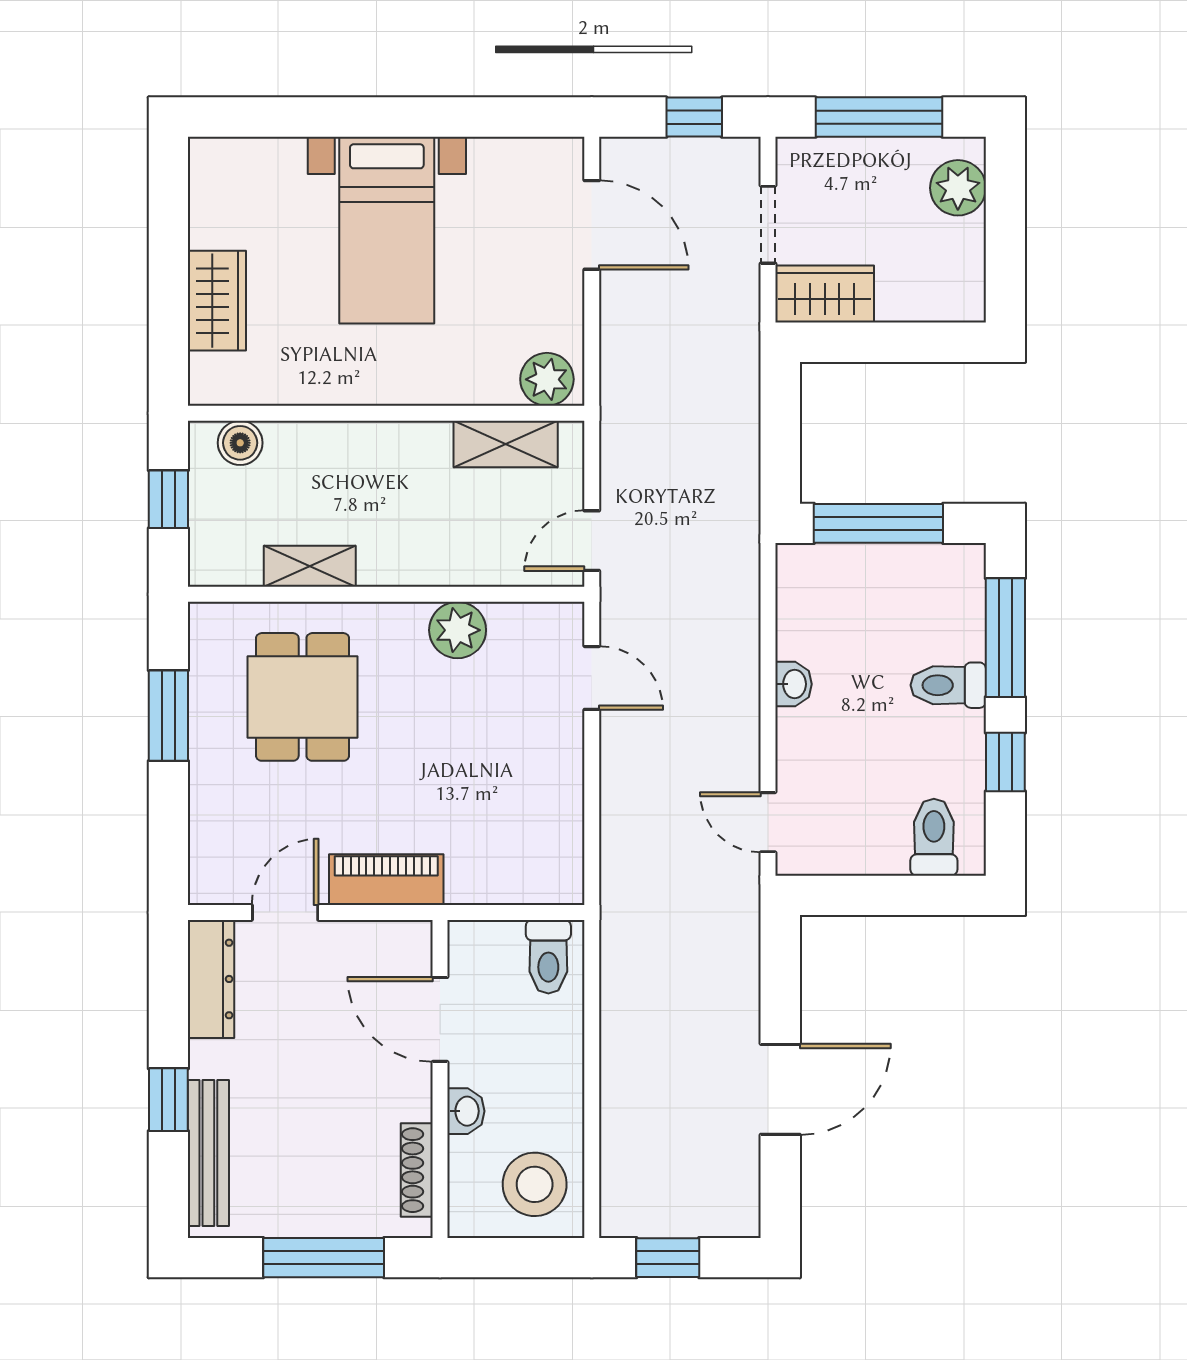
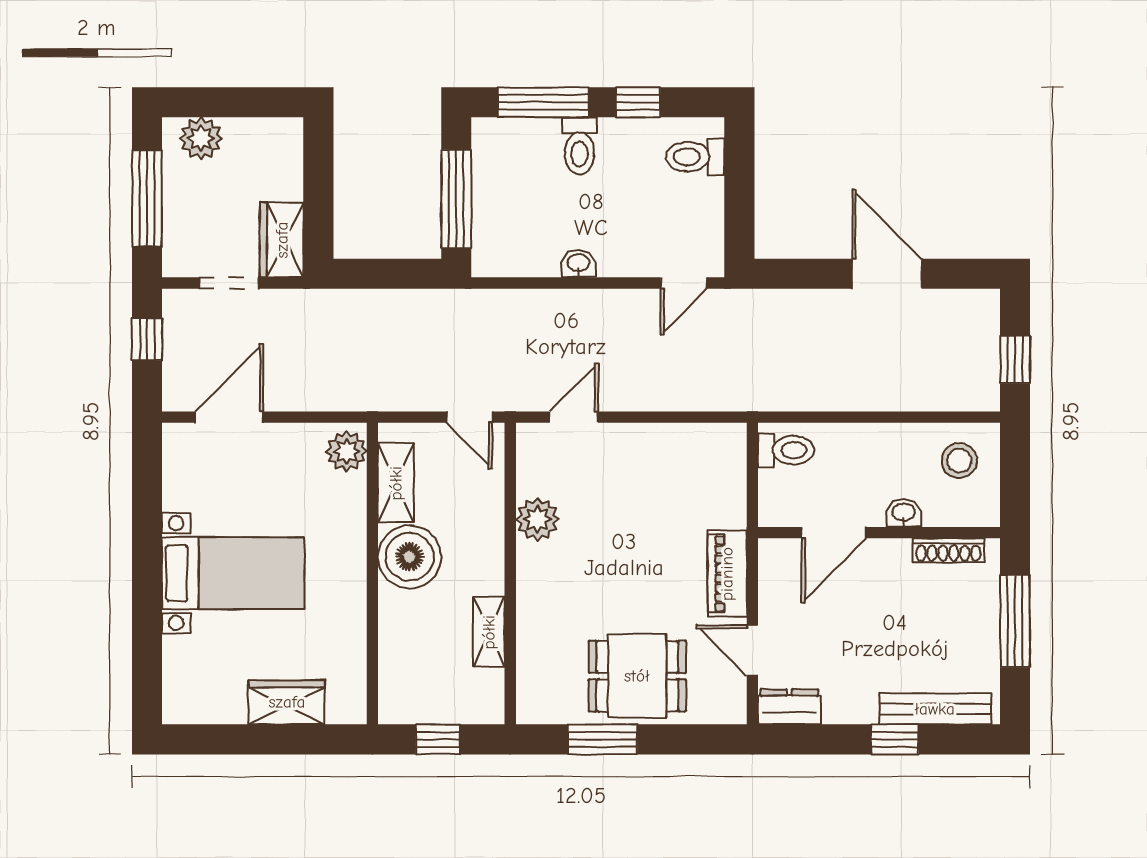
boiler: (240, 443) -> (410, 557), moved, width x1.86, depth x1.86
dining table: (303, 697) -> (637, 676), moved
dresser: (211, 979) -> (789, 707), width x0.70
stool: (535, 1184) -> (959, 461), width x0.73, depth x0.73

